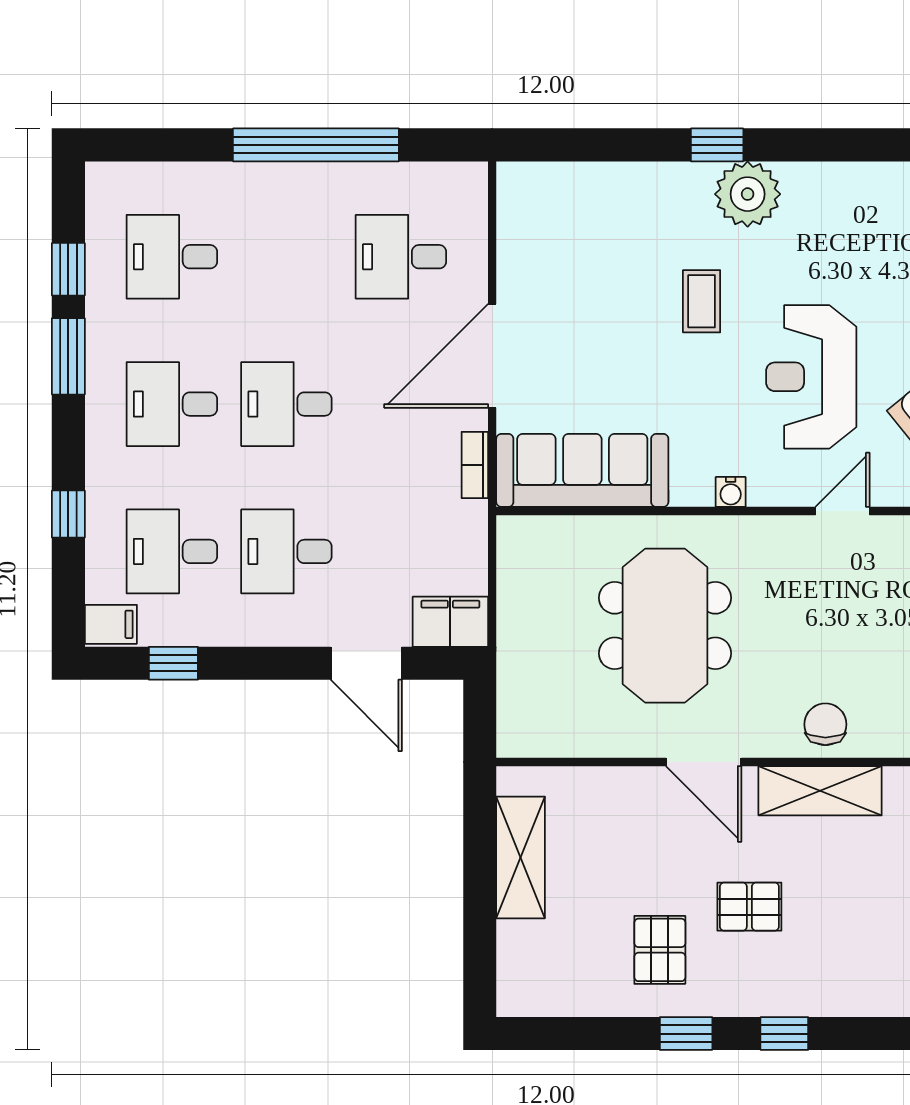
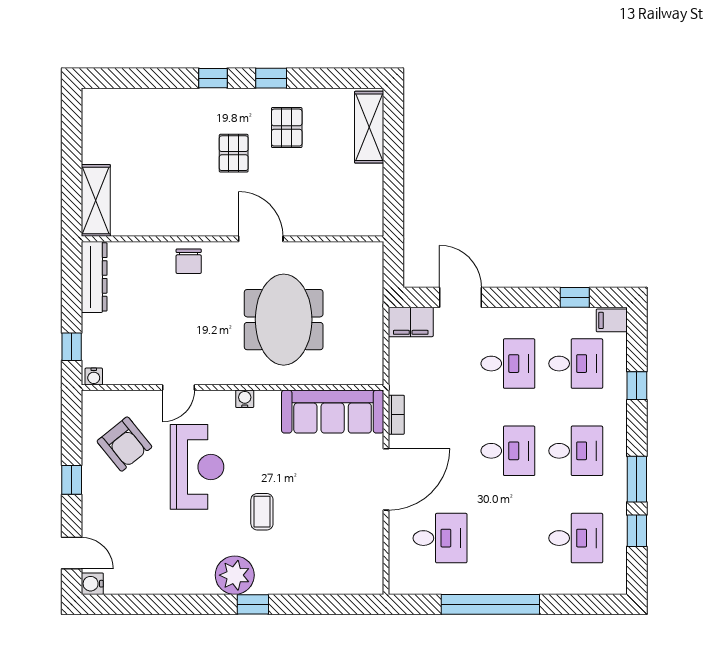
shelving: (820, 791) -> (192, 222), removed
shelving: (521, 857) -> (369, 127), moved
pallet: (749, 907) -> (234, 153), turned 90

